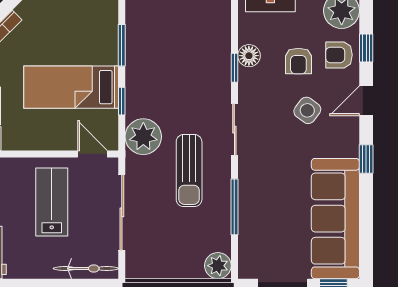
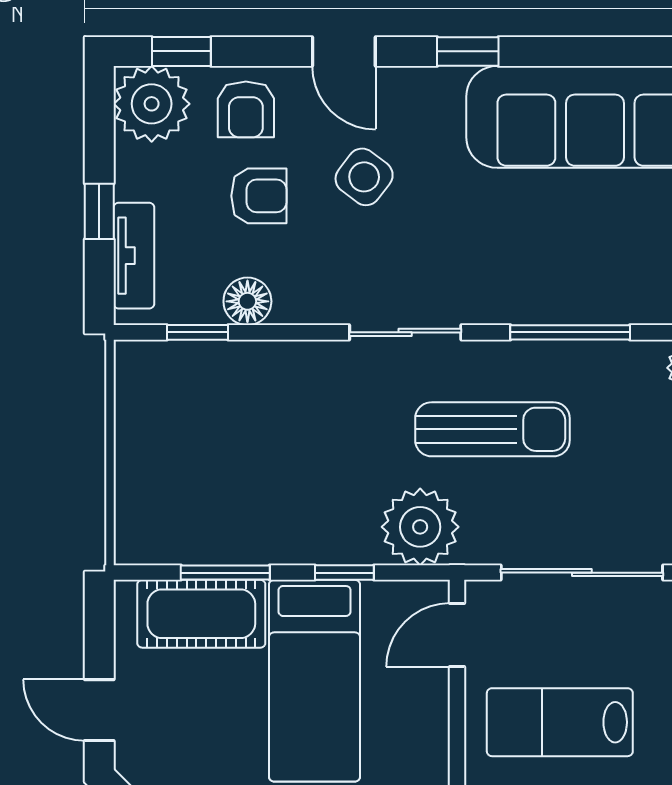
cot: (103, 34) -> (201, 614), added
window: (366, 48) -> (181, 51), moved
window: (234, 68) -> (198, 332), moved

